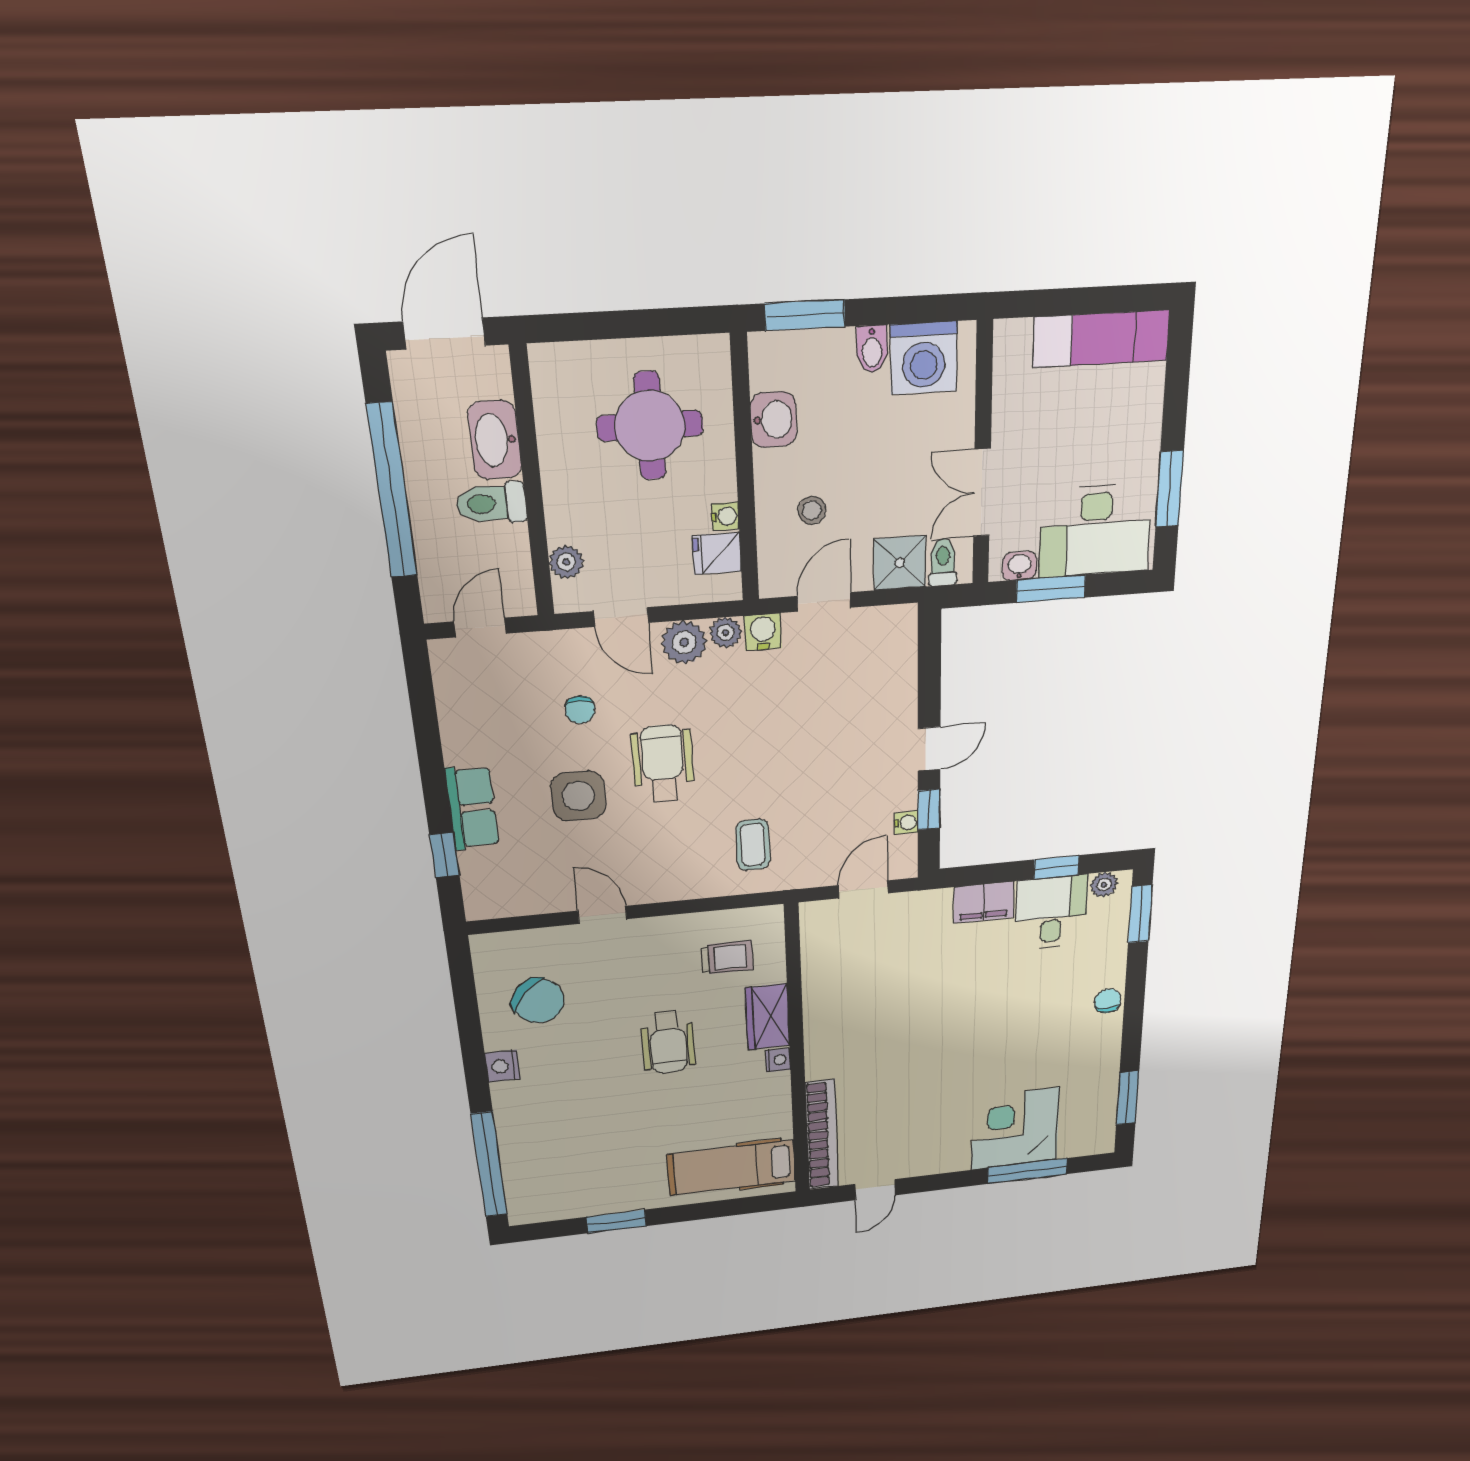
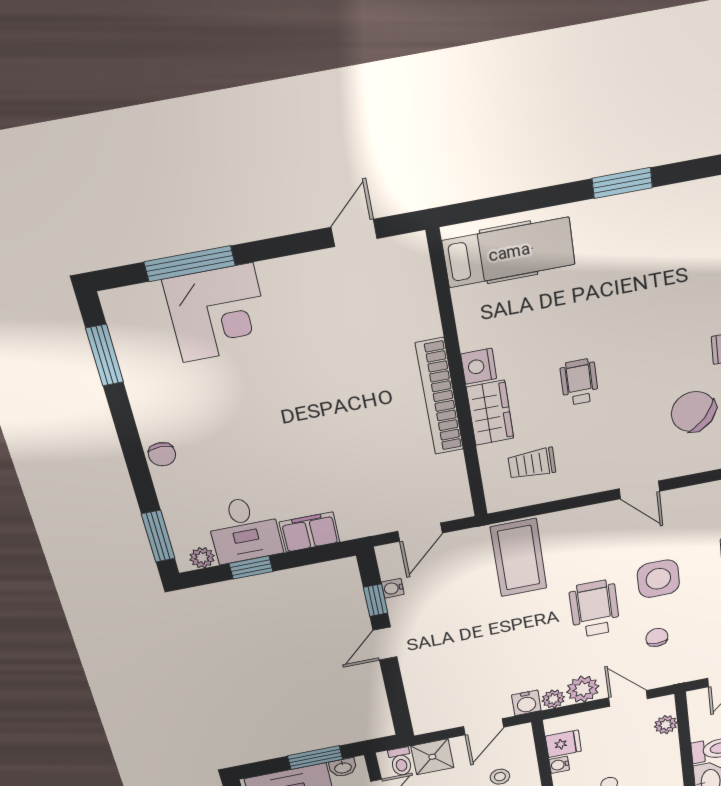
wheelchair: (663, 764) -> (594, 609), turned 180
coffee table: (753, 845) -> (519, 558), width x1.86, depth x1.72
wheelchair: (668, 1042) -> (579, 382), width x0.73, depth x0.73
nightstand: (778, 1060) -> (479, 366), width x1.39, depth x1.35
bookcase: (822, 1135) -> (440, 397), moved

